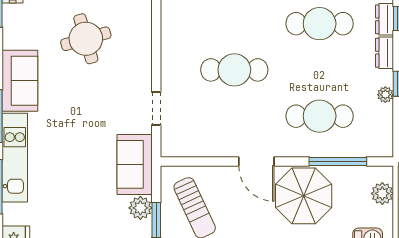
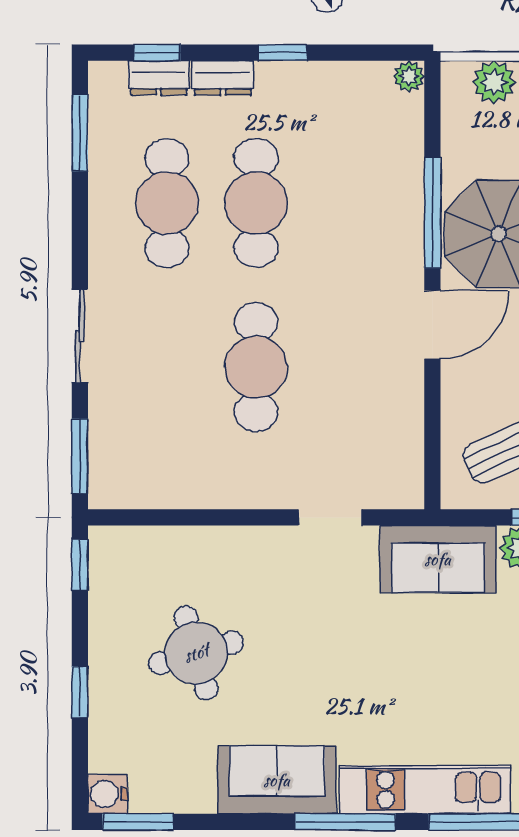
plant: (385, 95) -> (409, 76), moved
cafe table: (320, 116) -> (256, 203), moved
window: (338, 161) -> (432, 213), moved

